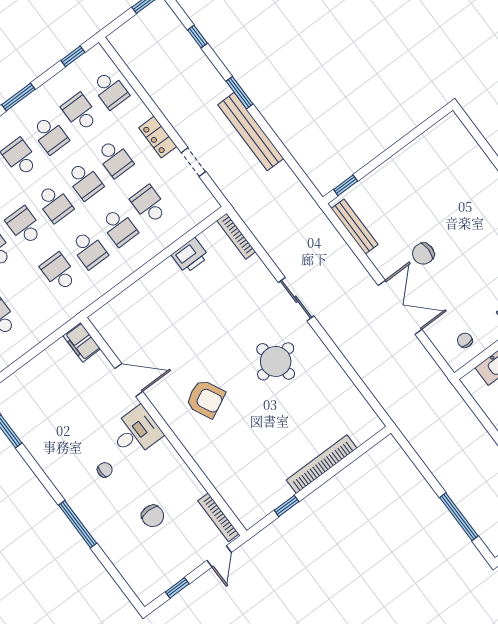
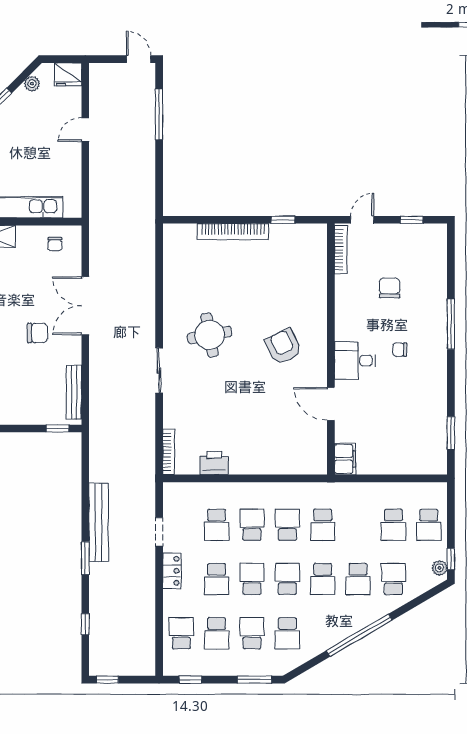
school desk: (115, 158) -> (217, 579), turned 180

